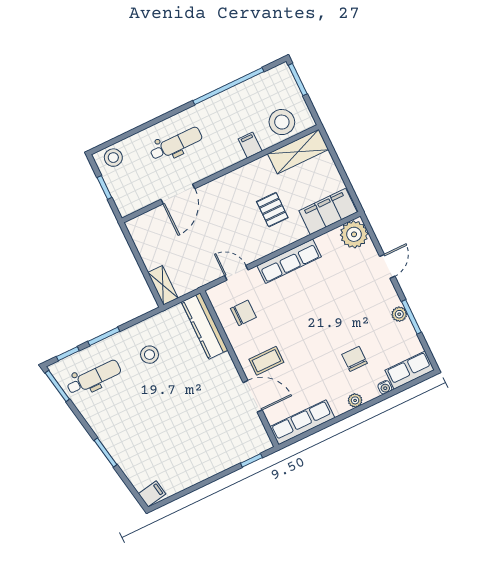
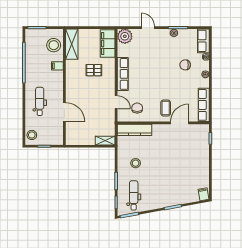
door: (236, 273) -> (116, 102), swing flipped

